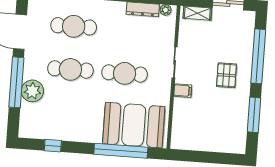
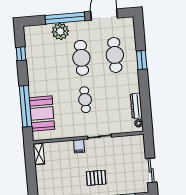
shelving: (197, 13) -> (39, 154), moved
cafe table: (125, 73) -> (85, 100), width x0.73, depth x0.74
booth: (134, 125) -> (42, 113), width x0.73, depth x0.70

